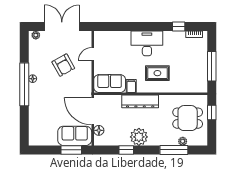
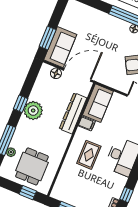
dresser: (140, 101) -> (73, 113), moved
window: (126, 150) -> (21, 104), moved

